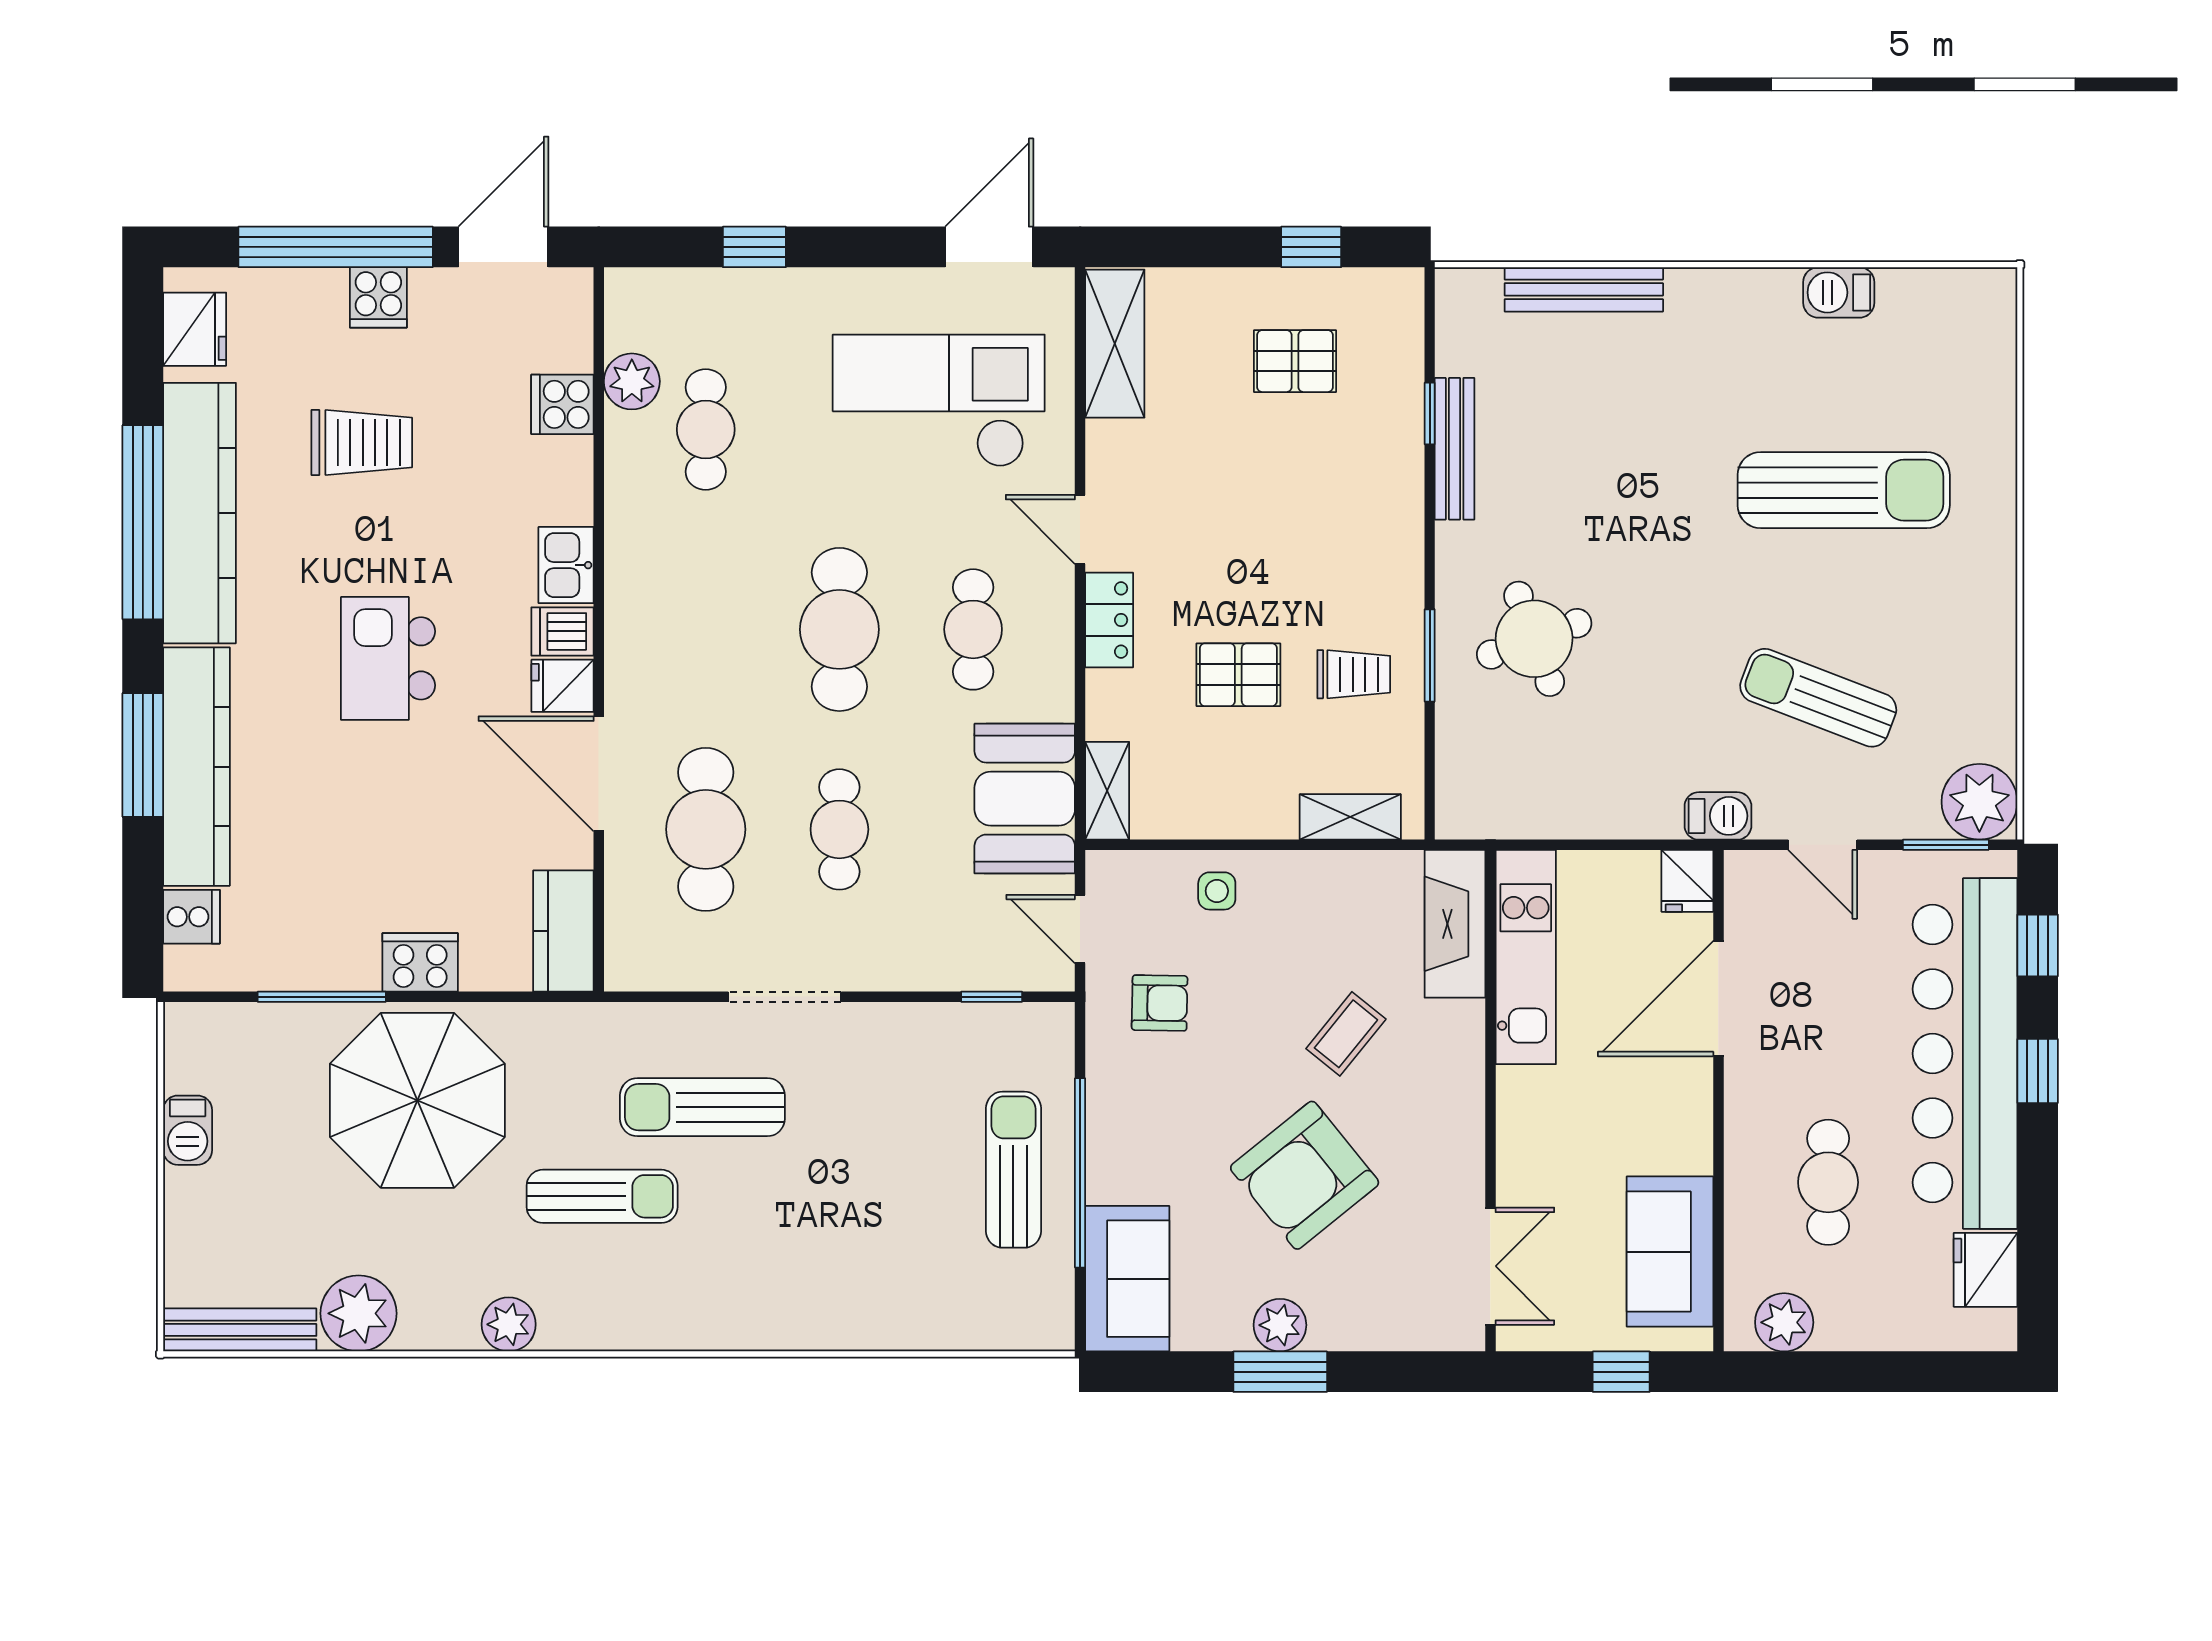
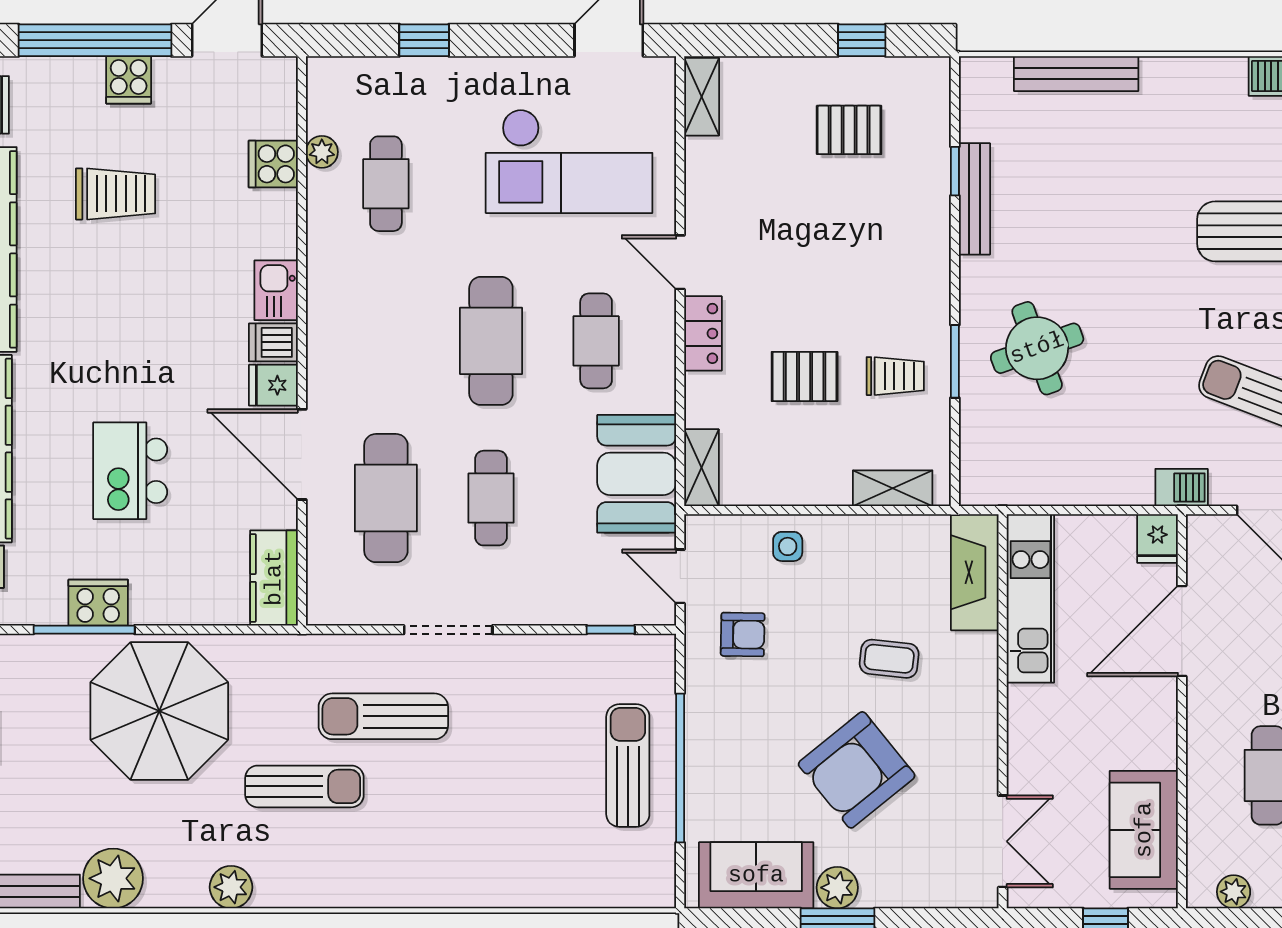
shelving: (1115, 344) -> (702, 97), width x0.67, depth x0.75
plant: (632, 381) -> (322, 152), width x0.73, depth x0.73
checkout: (939, 401) -> (569, 161), turned 180
kitchen island: (388, 658) -> (130, 471), moved
cooker: (420, 962) -> (98, 603), moved
coffee table: (1346, 1034) -> (889, 659), turned 57
sofa: (1127, 1279) -> (756, 875), moved, turned -90
plant: (1784, 1322) -> (1234, 892), width x0.73, depth x0.73

